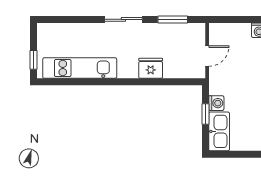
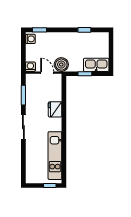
boiler: (220, 78) -> (61, 65), added
washing machine: (216, 103) -> (30, 67), moved

